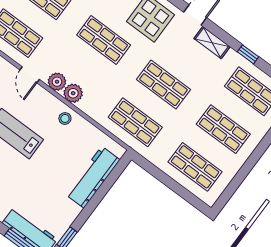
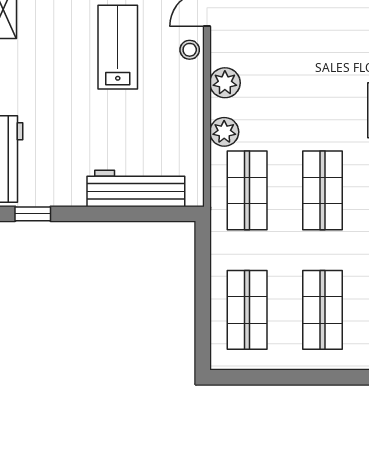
shop shelf: (104, 40) -> (323, 71), removed
plant: (57, 82) -> (224, 132), moved
stool: (65, 118) -> (190, 50), moved

